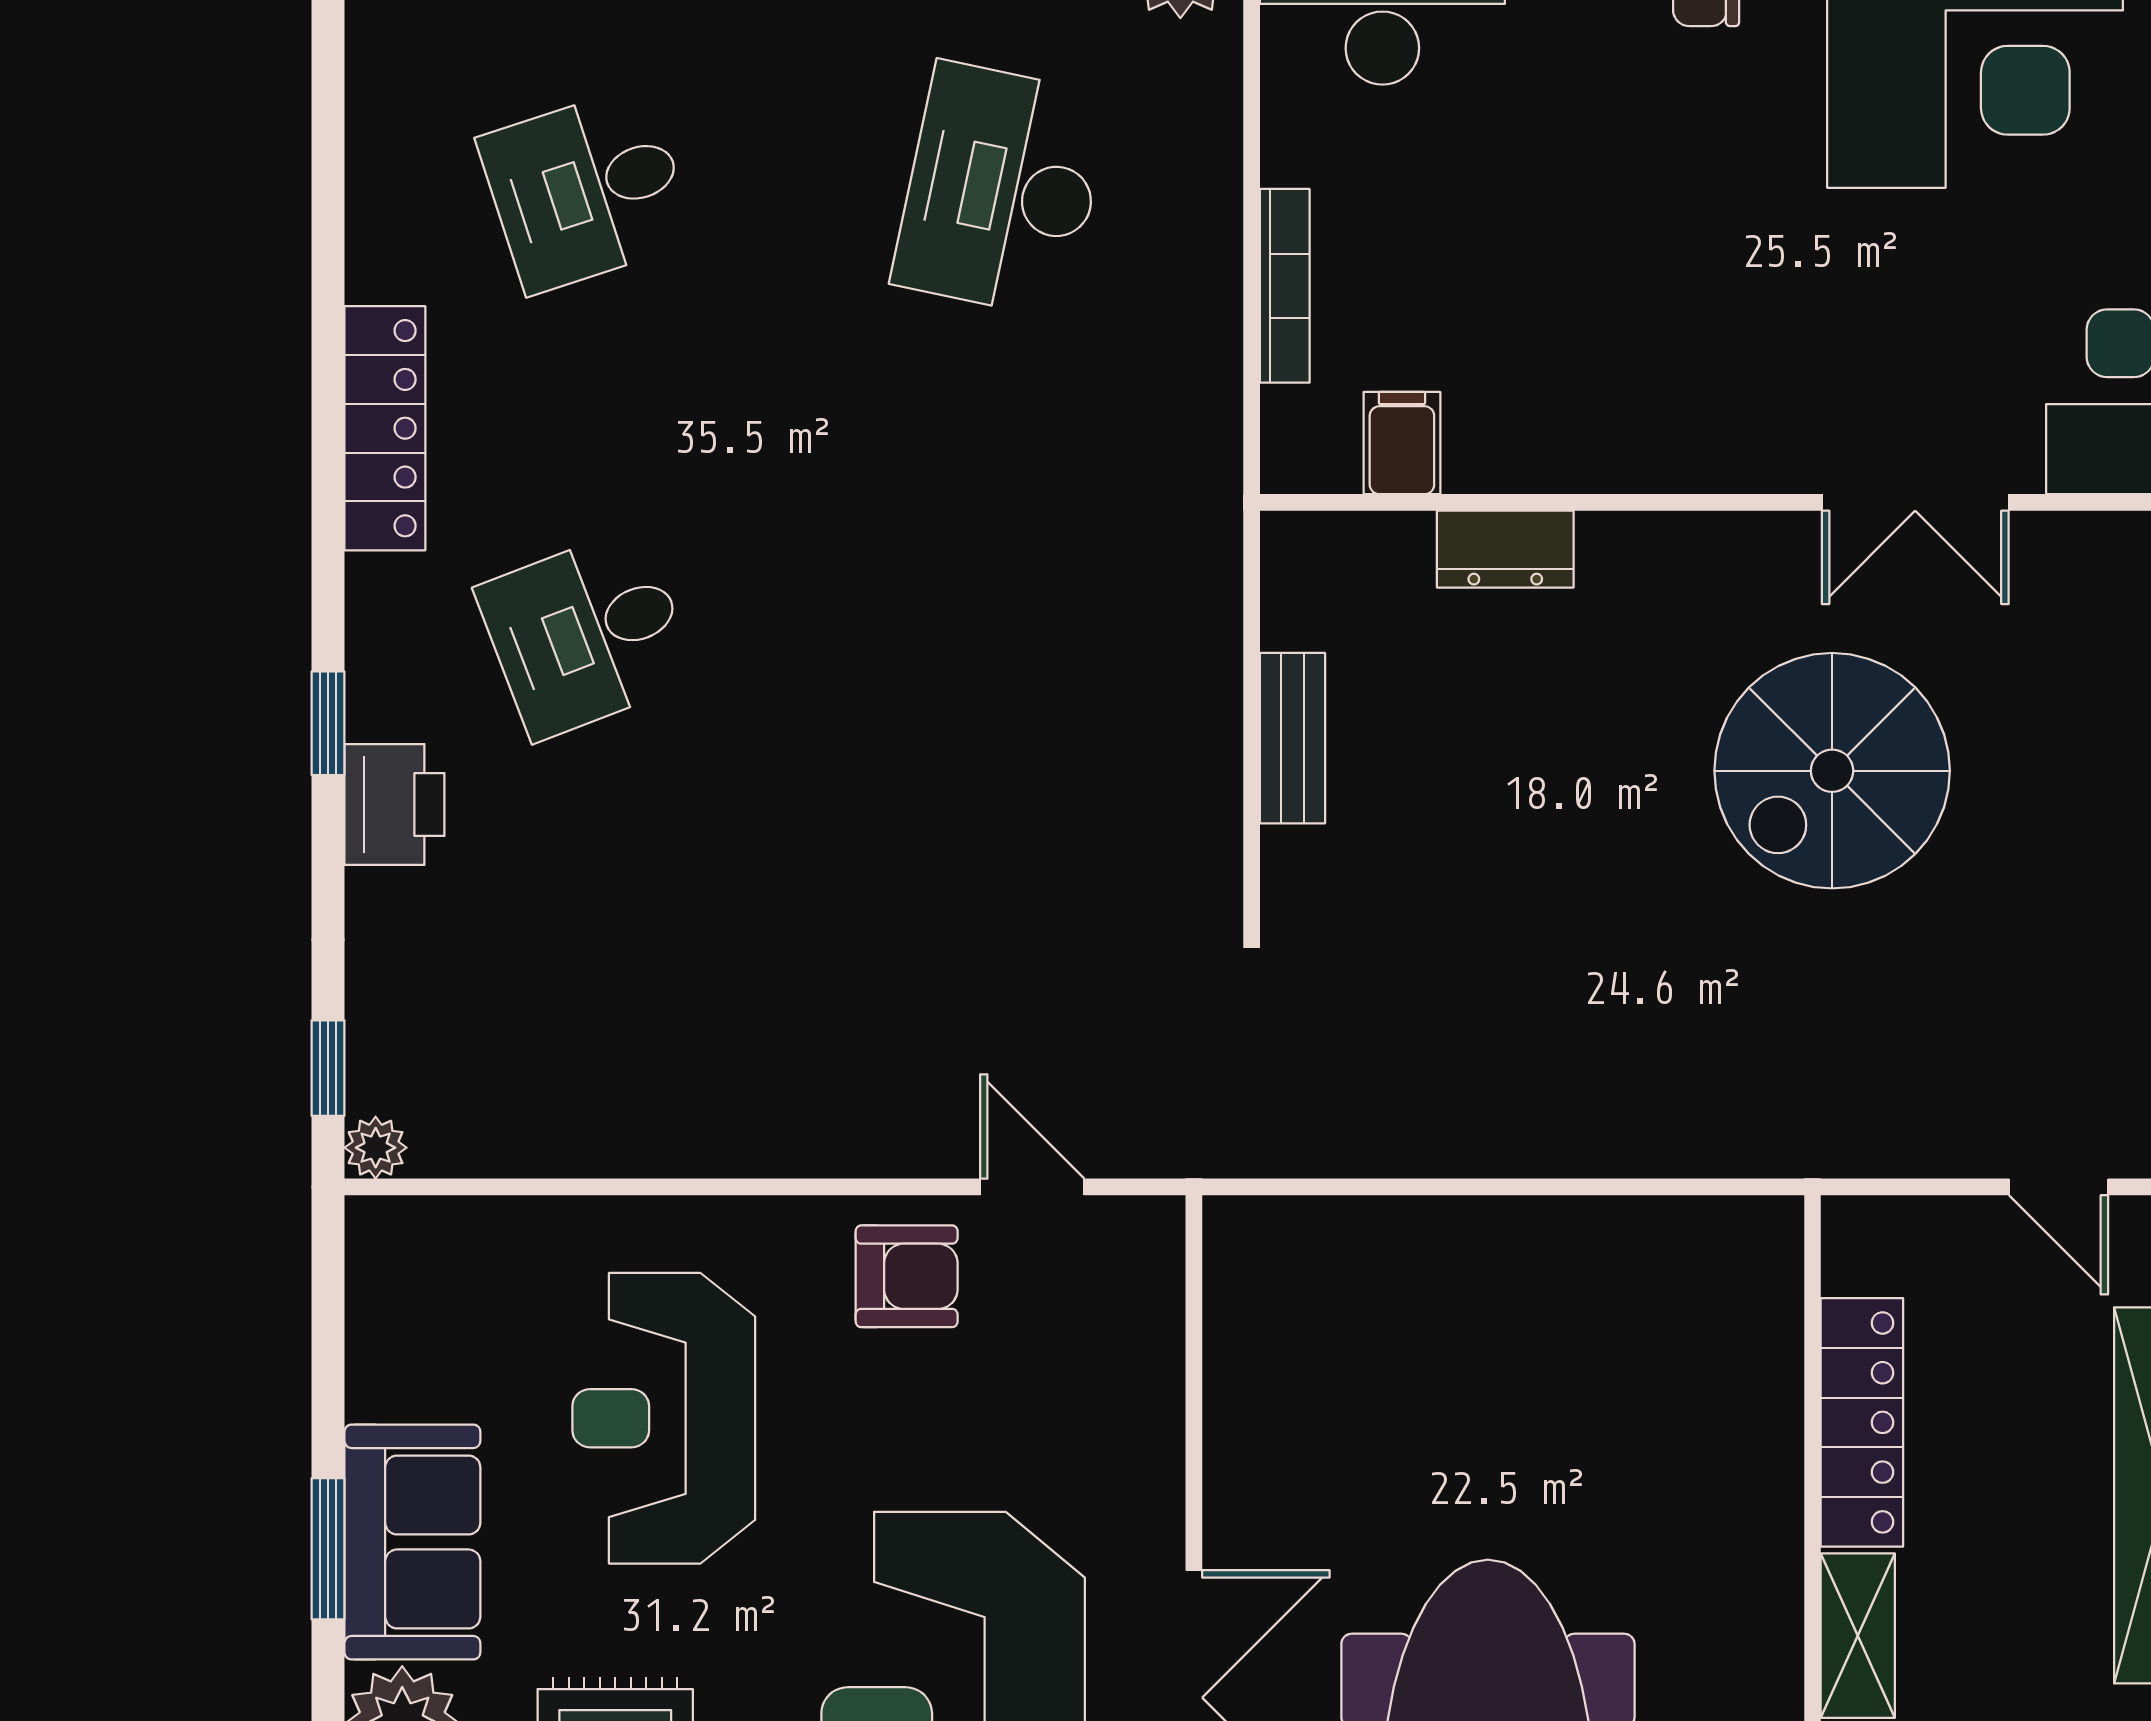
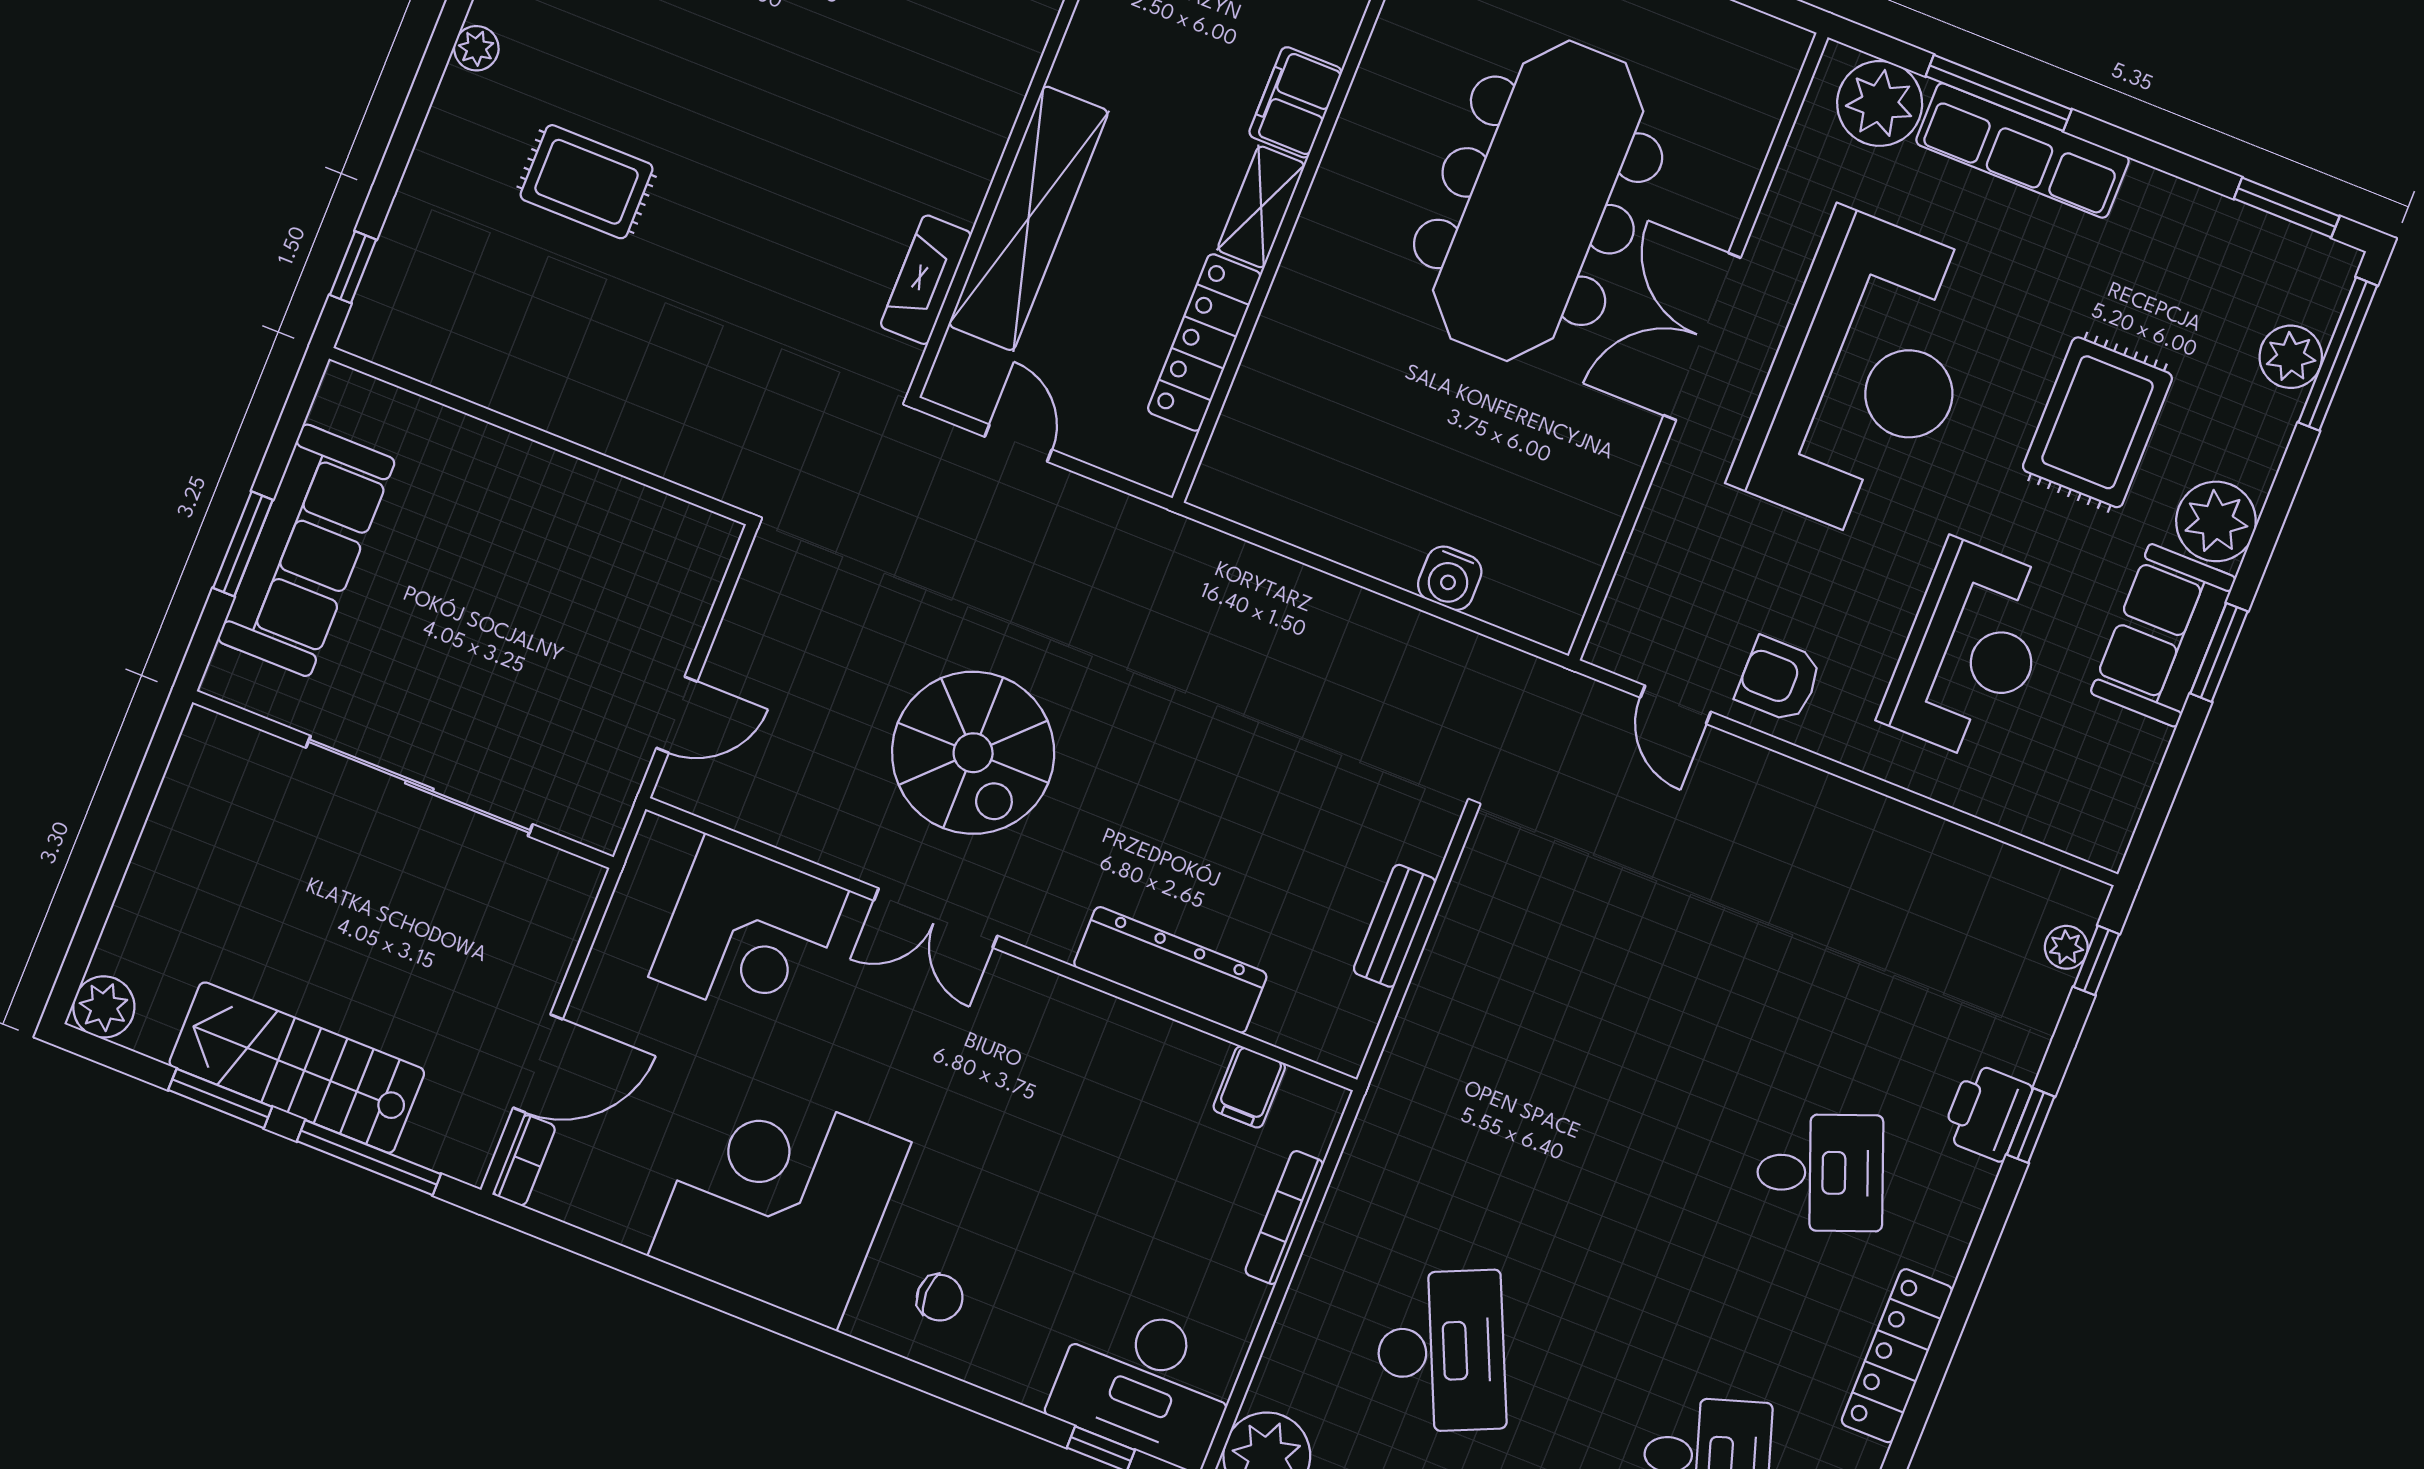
desk: (1001, 190) -> (1441, 1351), turned -36
double door: (1915, 502) -> (936, 918), swing flipped
dresser: (1505, 549) -> (1170, 970), width x1.96, depth x1.24
window: (328, 723) -> (2031, 1126), moved
spiral stairs: (1832, 771) -> (973, 753), moved, turned 90
plant: (376, 1148) -> (2066, 947), moved
water cooler: (1405, 1236) -> (1450, 578), added

